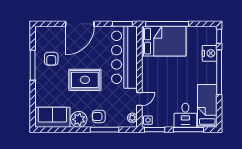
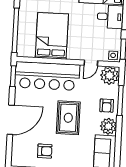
door: (80, 24) -> (11, 120), hinge flipped
bed: (164, 41) -> (52, 36), moved
door: (139, 99) -> (91, 63), swing flipped
plant: (132, 118) -> (110, 76), width x1.88, depth x1.88

